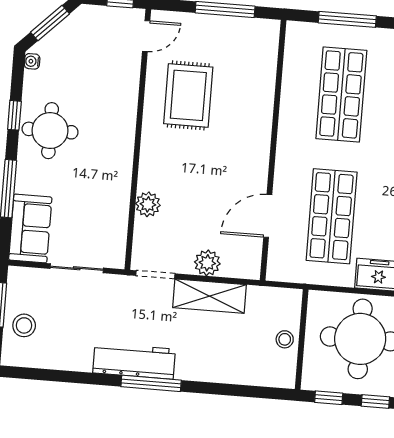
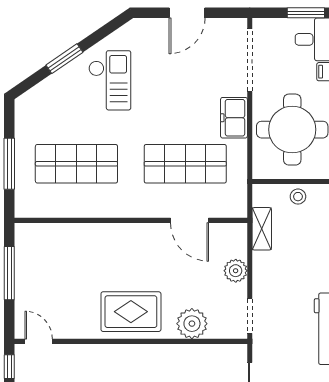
rug: (188, 95) -> (131, 312), moved
plant: (148, 204) -> (192, 324), width x1.36, depth x1.36
shelving: (210, 296) -> (262, 229), moved, width x0.67, depth x0.75

